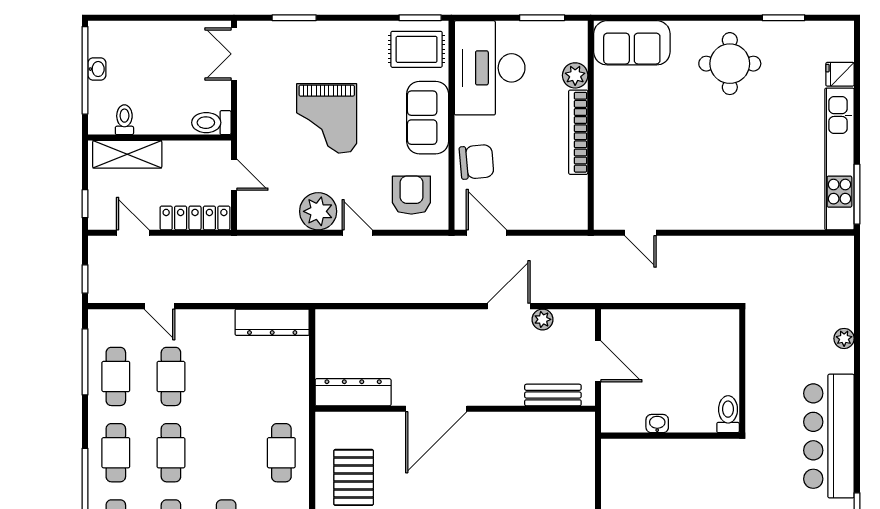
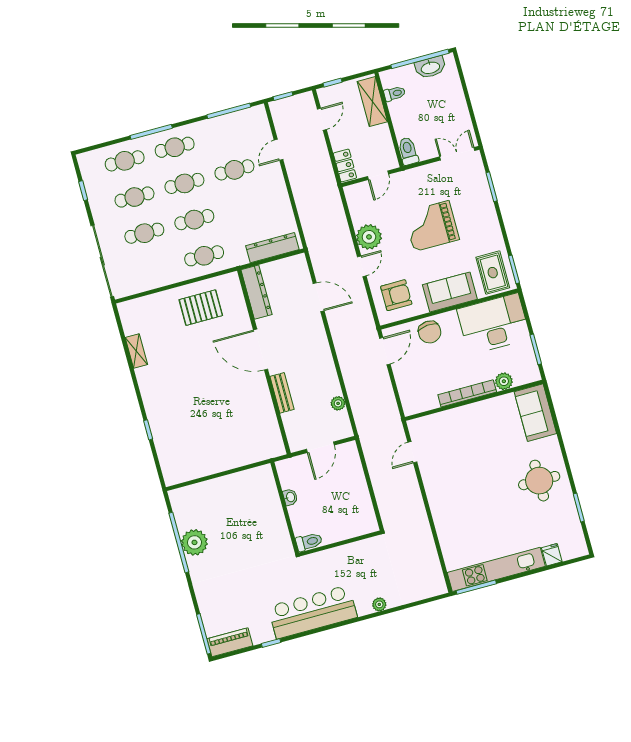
washbasin: (97, 69) -> (430, 67), width x1.91, depth x1.45
locker: (195, 218) -> (345, 166), width x0.66
door: (509, 306) -> (319, 297), moved
dresser: (272, 322) -> (272, 248), moved, turned 90
cafe table: (116, 376) -> (194, 220), moved
bench: (553, 395) -> (282, 393), moved

